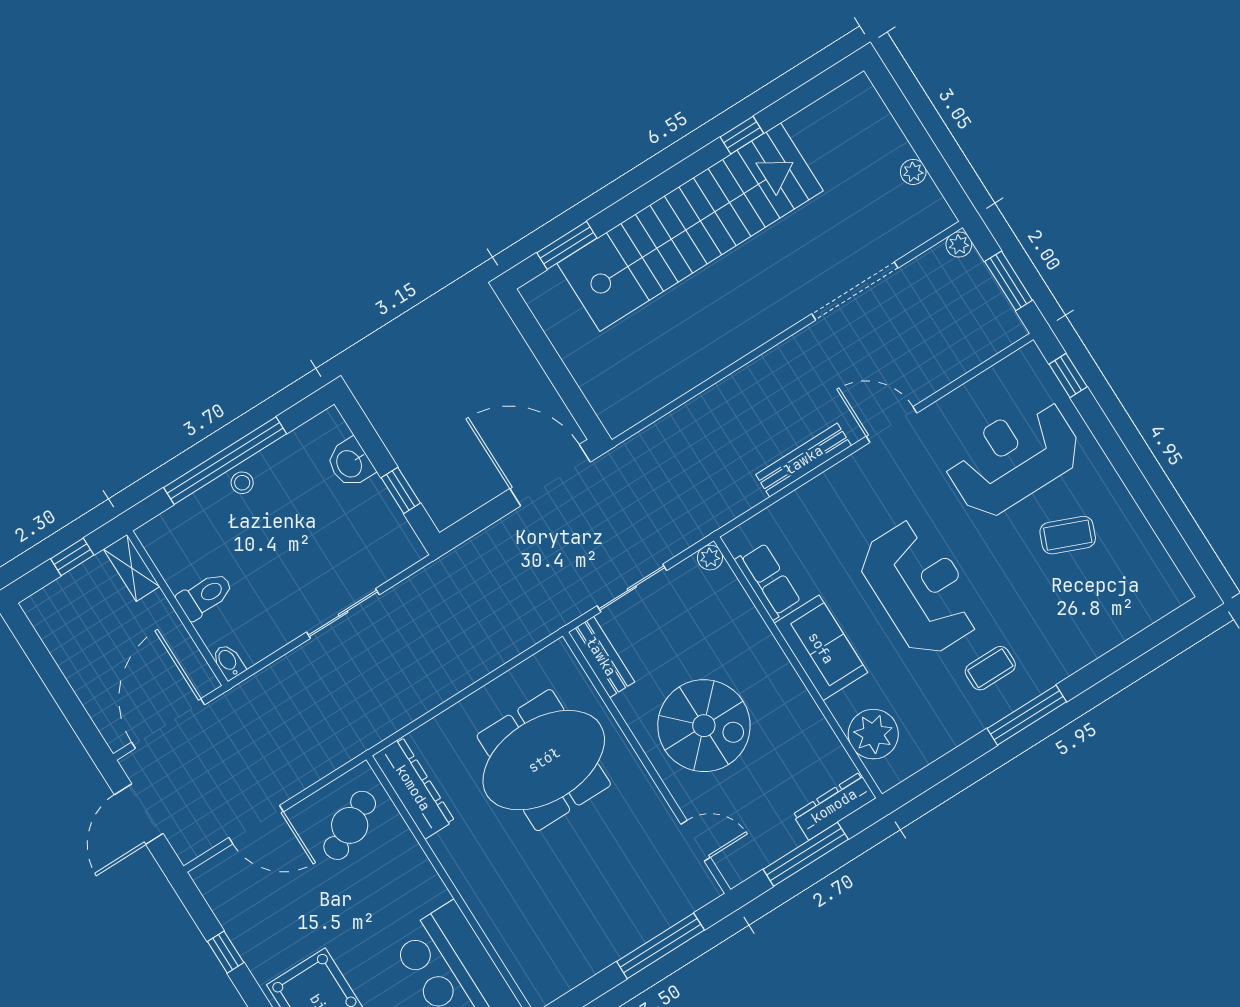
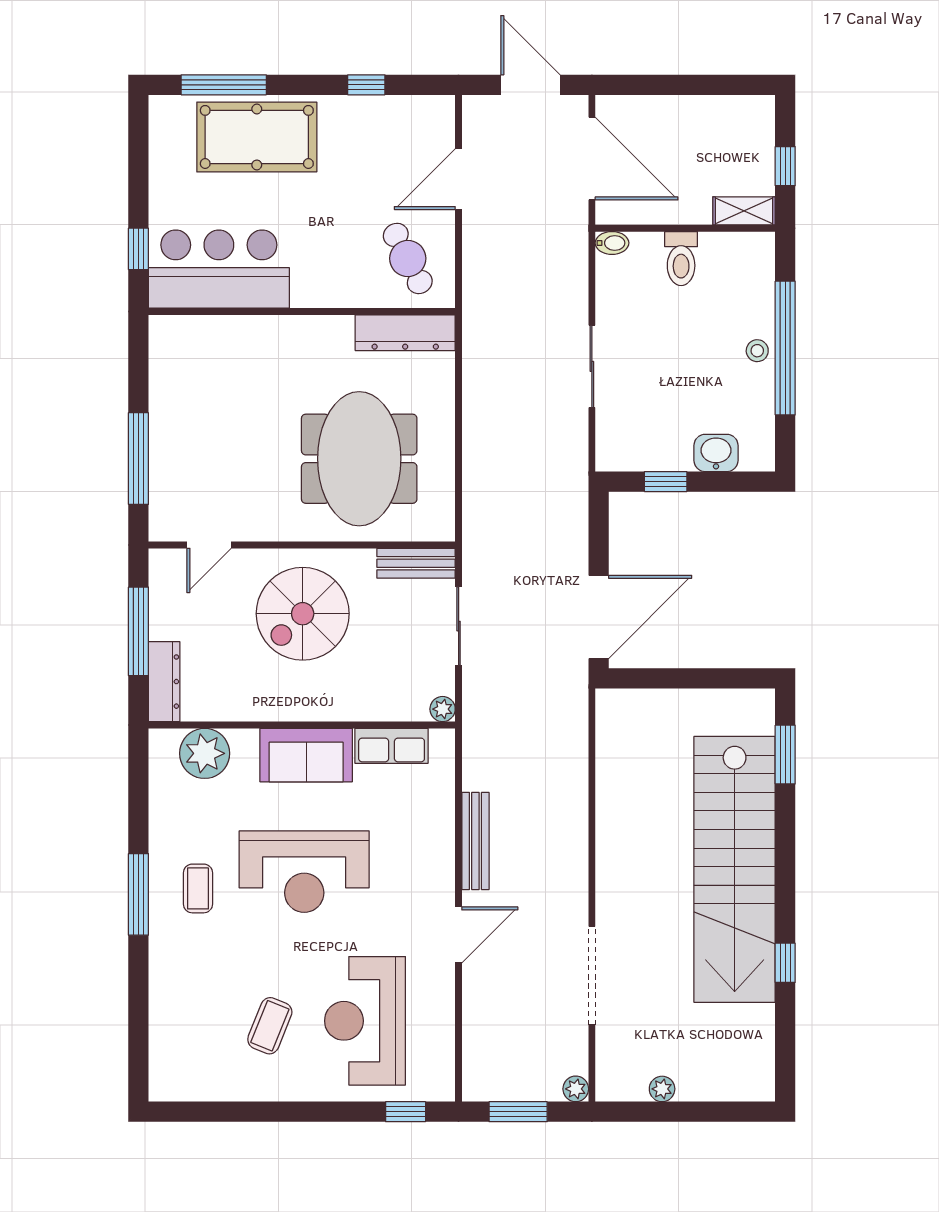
reception desk: (1013, 458) -> (365, 1021), turned 180

